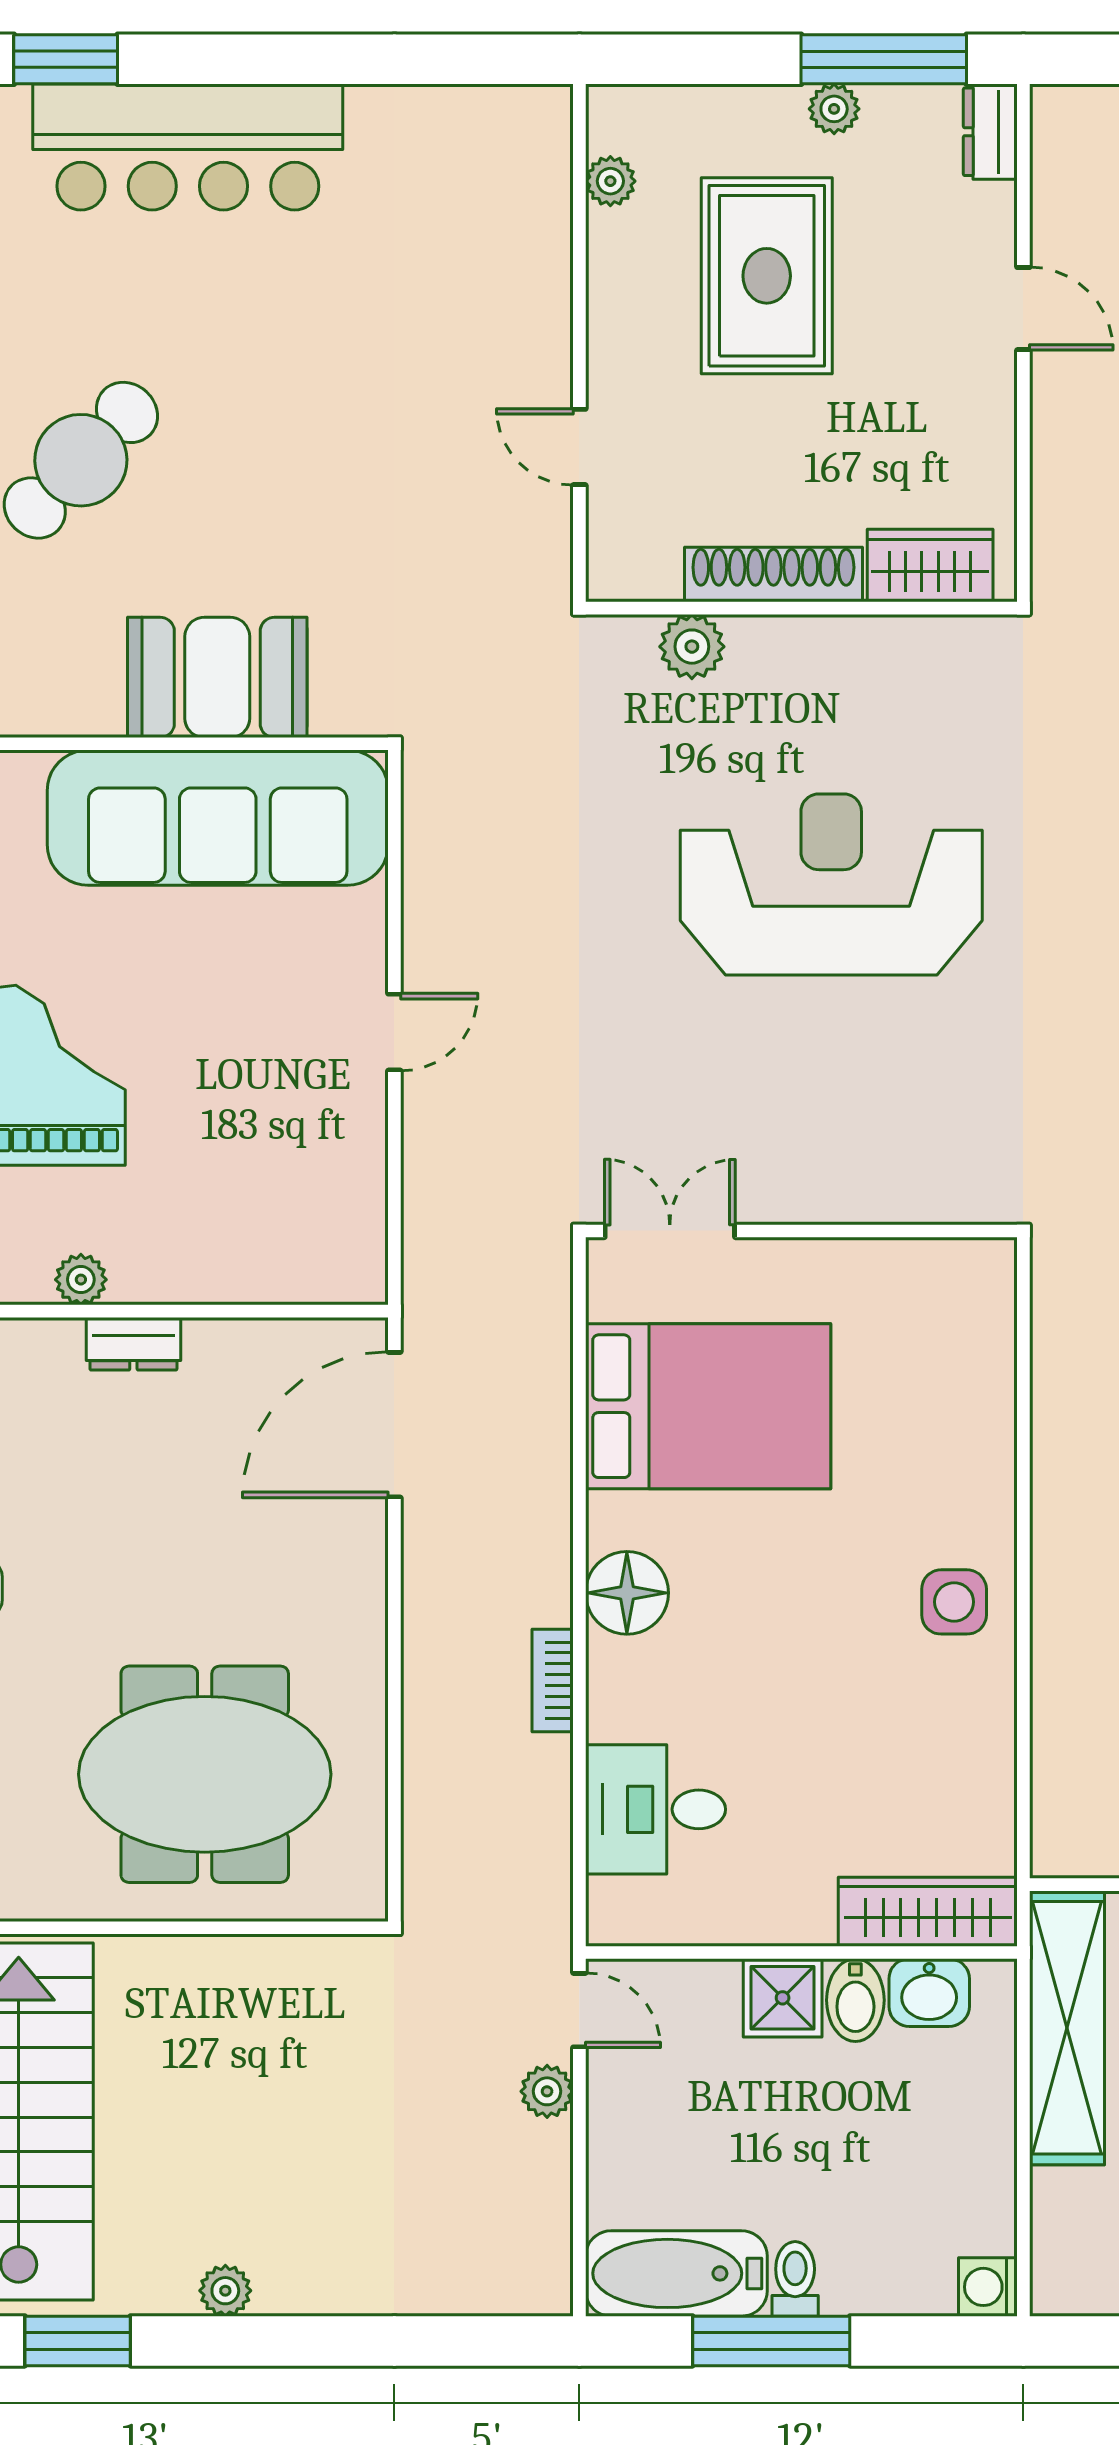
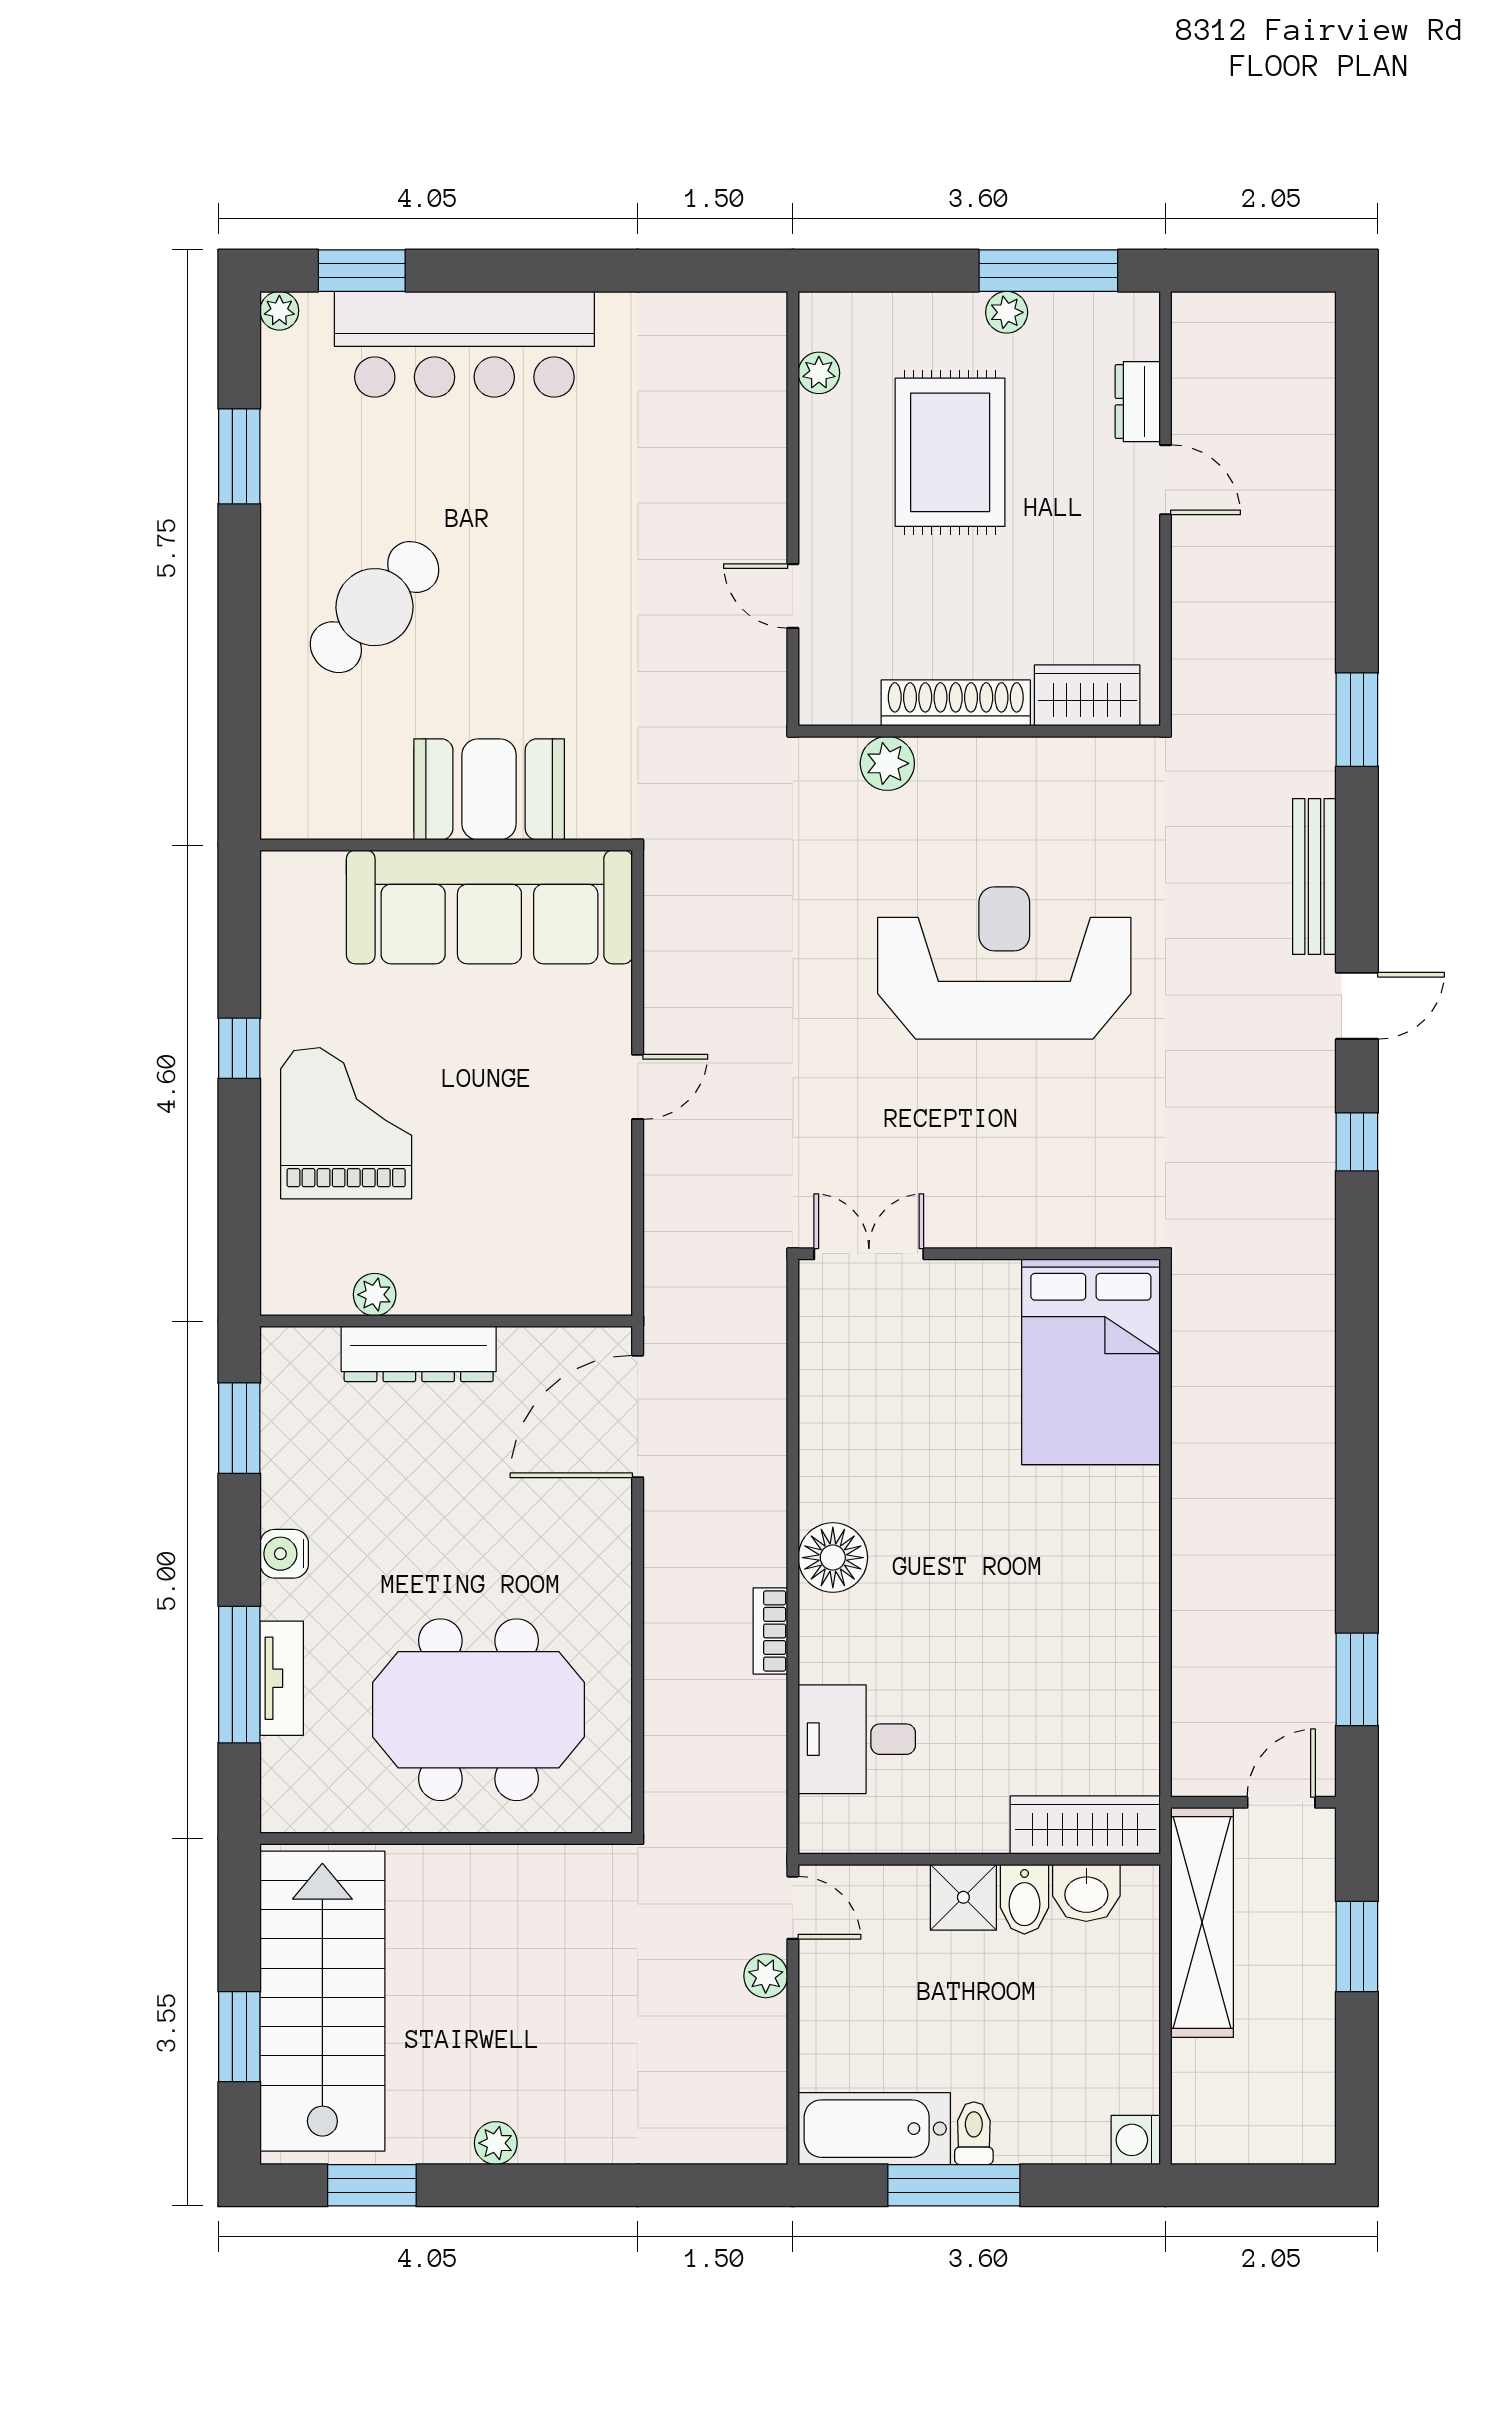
dresser: (990, 132) -> (1138, 402), moved
dresser: (133, 1344) -> (419, 1354), width x1.96, depth x1.24
bed: (708, 1406) -> (1091, 1362), moved, turned 90
side table: (954, 1602) -> (1107, 1565), removed

